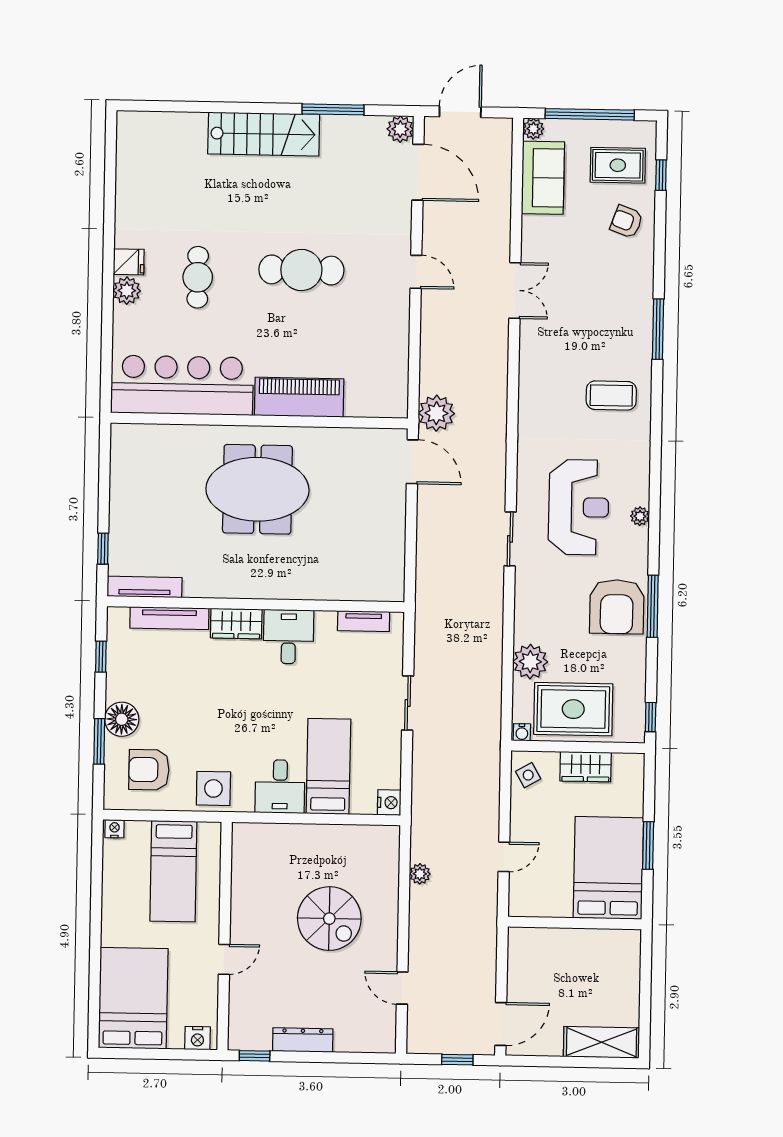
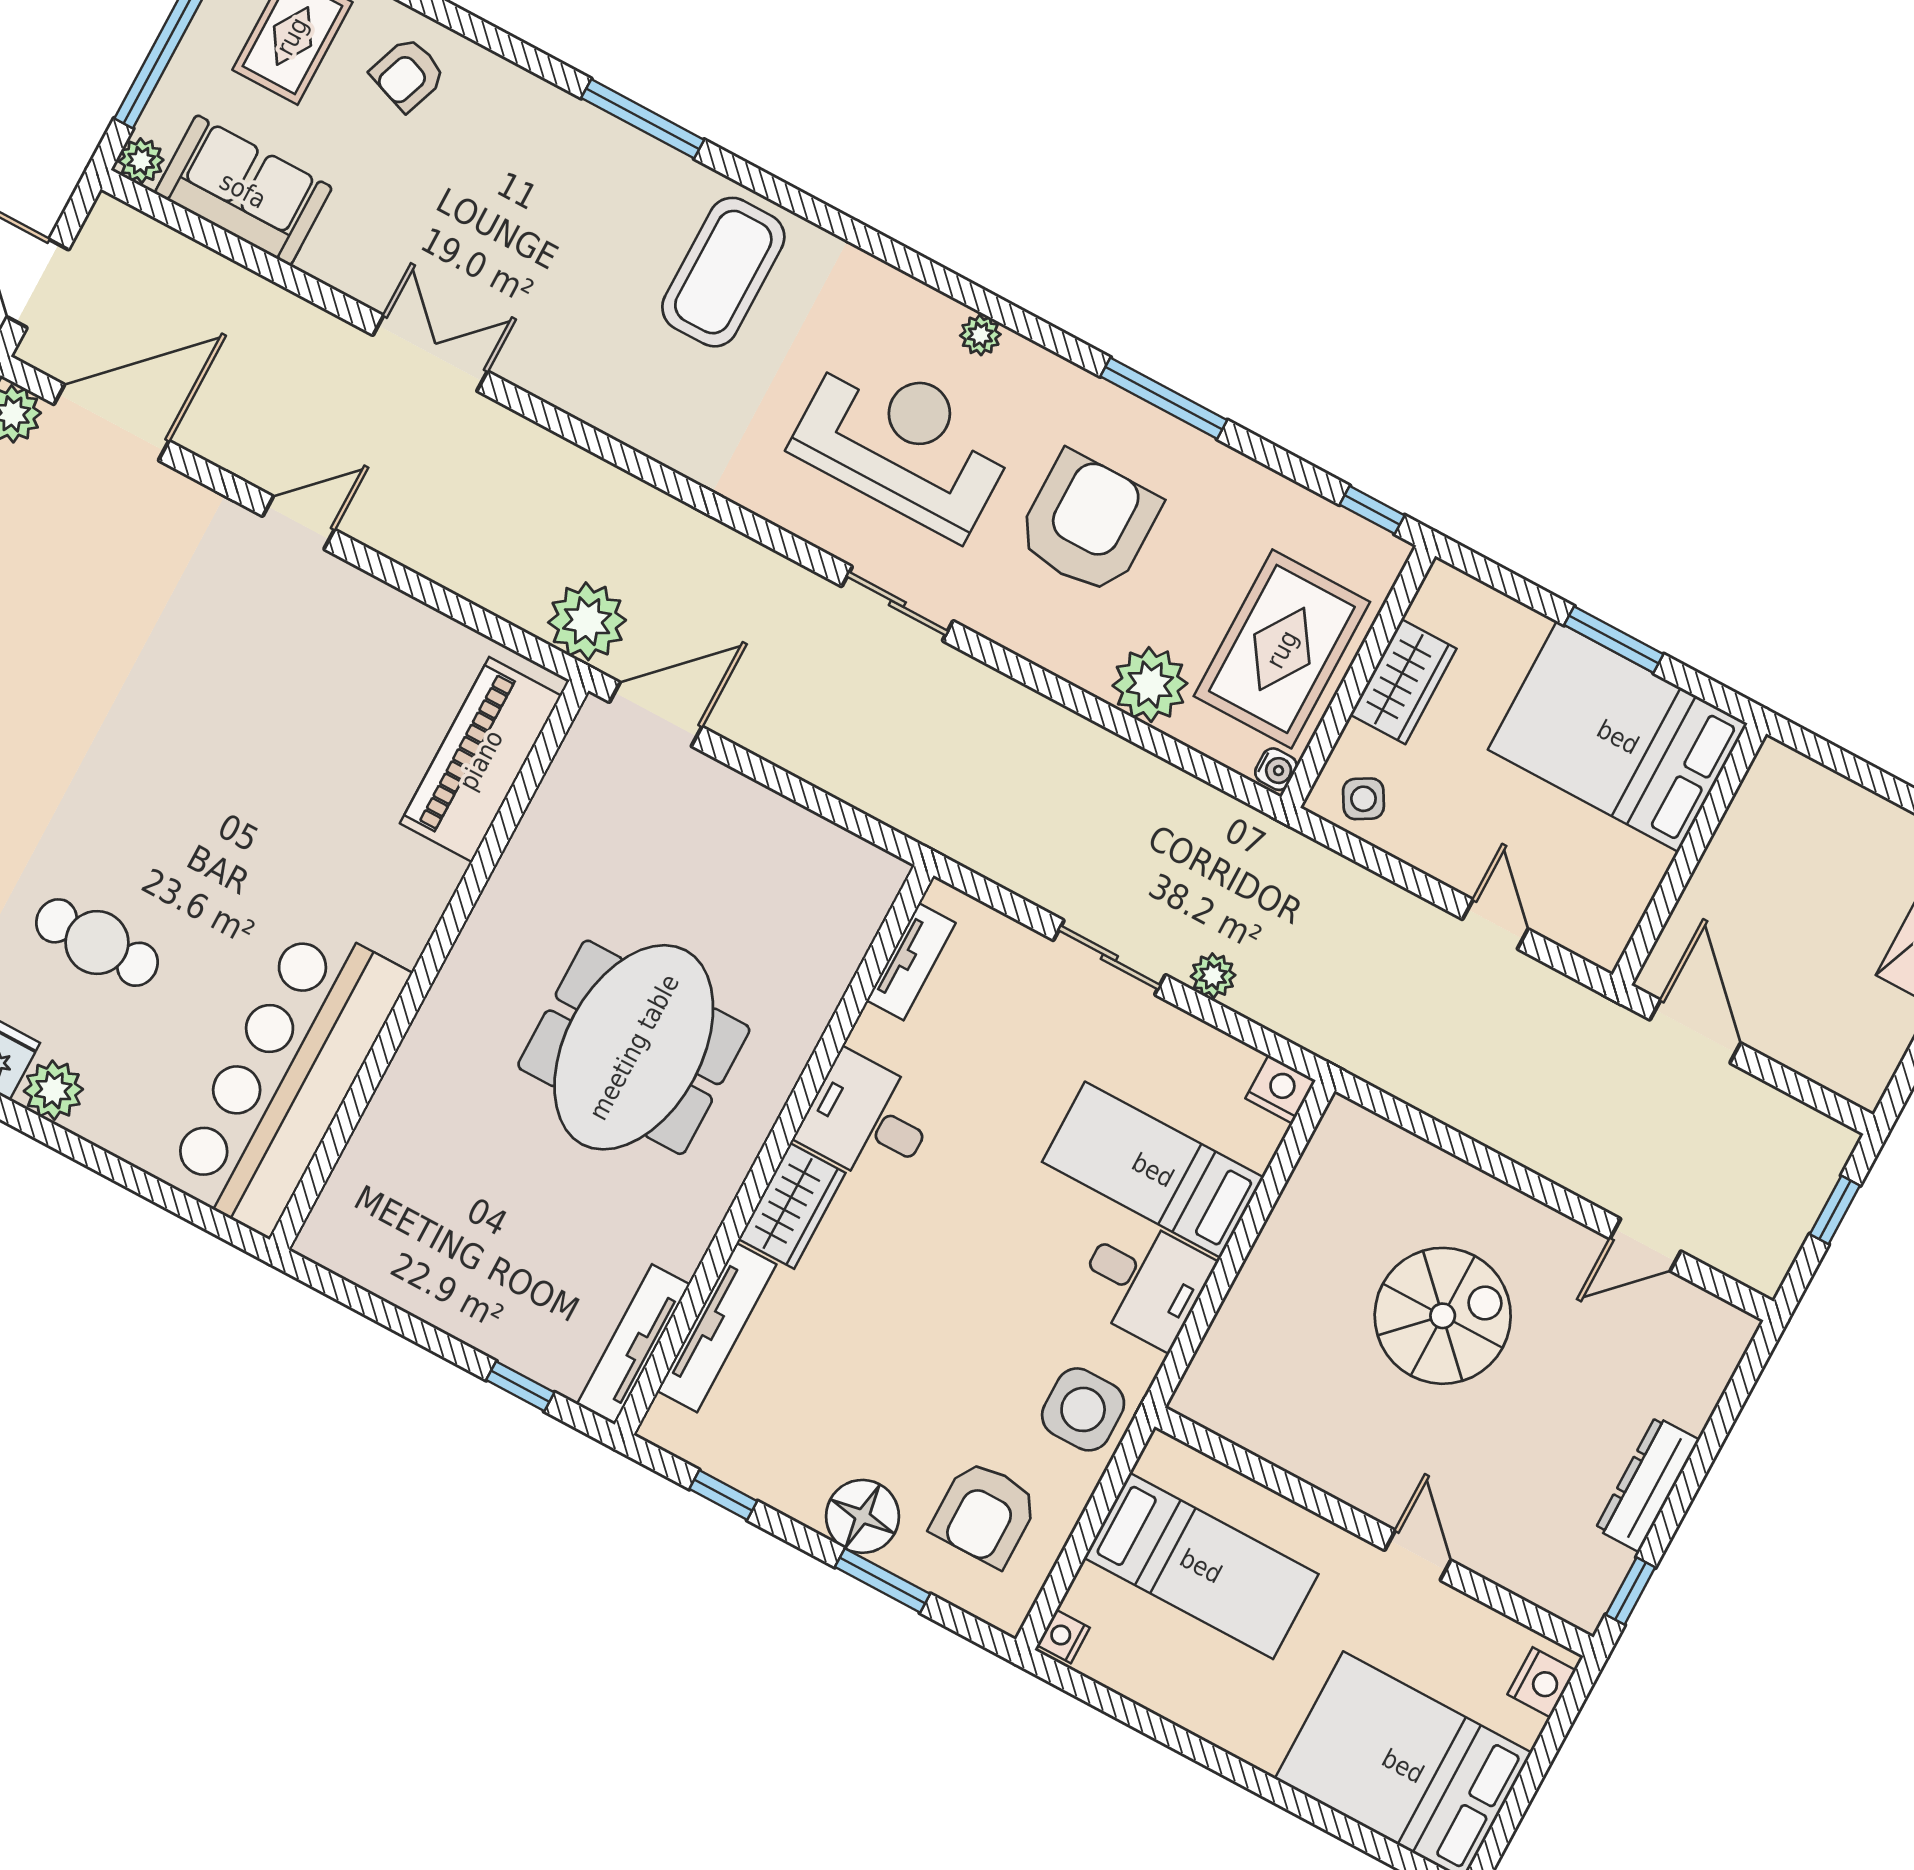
cafe table: (301, 270) -> (184, 739), removed
coffee table: (611, 395) -> (723, 272), width x1.36, depth x1.32
piano: (299, 397) -> (481, 760), moved
meeting table: (257, 489) -> (634, 1047), moved
armchair: (617, 607) -> (1088, 523), moved, turned -90
plant: (420, 874) -> (1213, 976), moved
door: (501, 1024) -> (1695, 1031), moved

